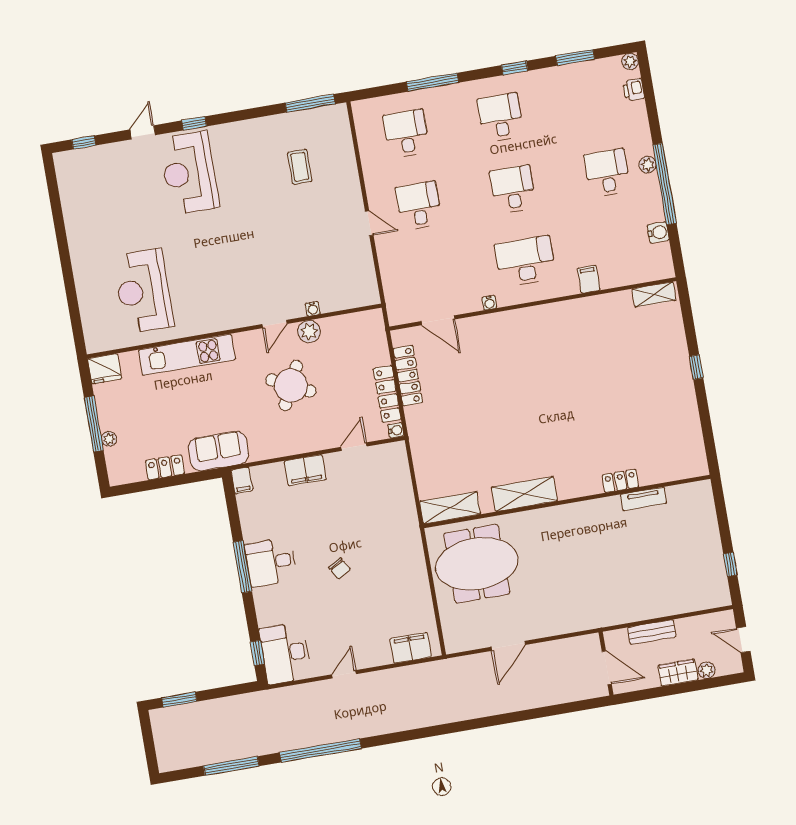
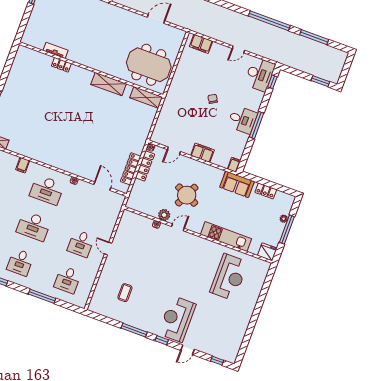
window: (310, 103) -> (134, 330), moved
reception desk: (189, 173) -> (177, 319), turned 180
desk: (513, 189) -> (34, 226), width x1.37

